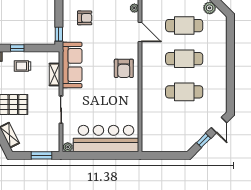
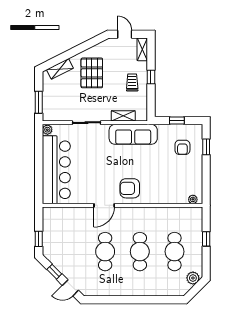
door: (140, 32) -> (104, 205), moved
window: (59, 34) -> (177, 120), moved
window: (172, 155) -> (39, 239), added

